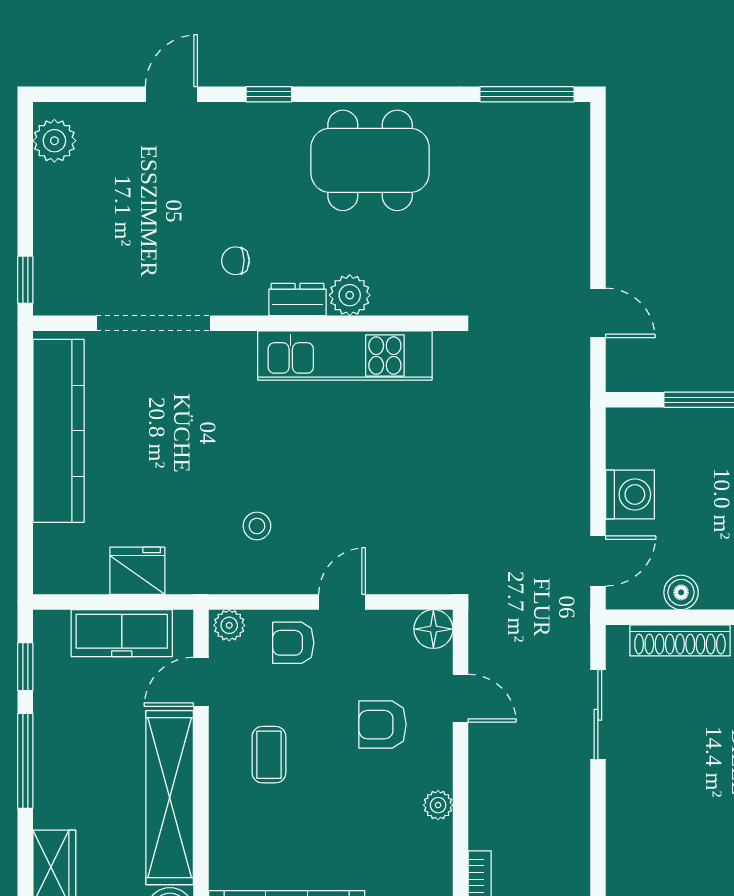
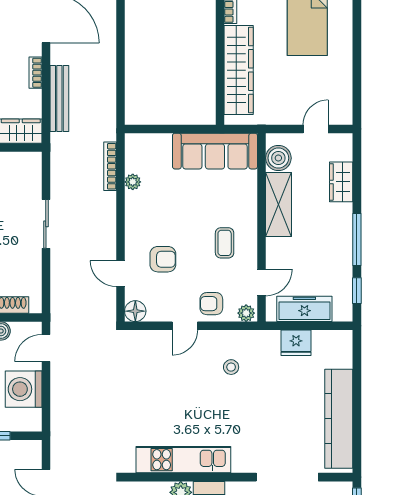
washing machine: (630, 494) -> (24, 389), width x1.37, depth x1.37
armchair: (293, 643) -> (211, 304), turned 180
sliding door: (598, 715) -> (46, 224), moved
shelving: (170, 798) -> (279, 205), width x0.68
plant: (438, 805) -> (133, 182), moved

